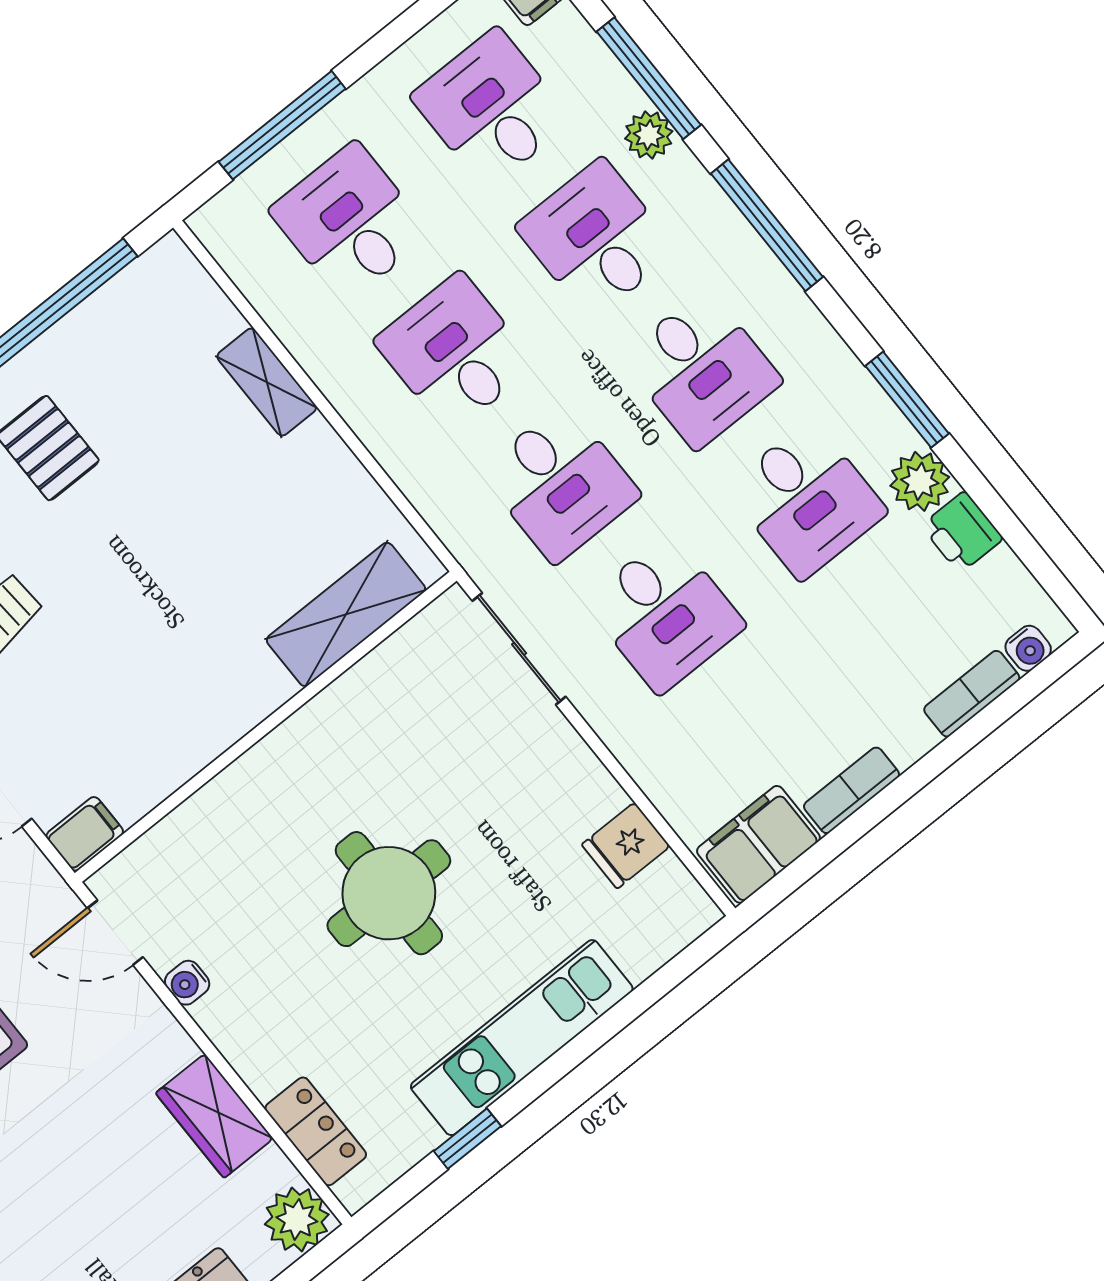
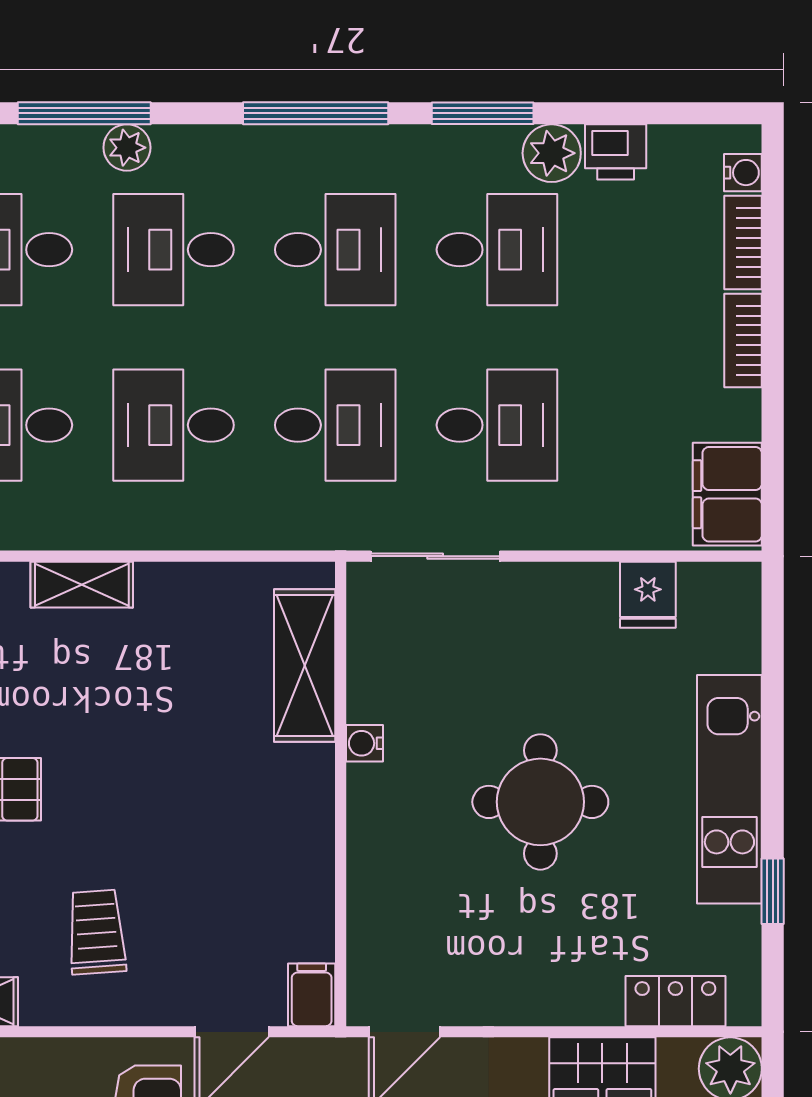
window: (767, 225) -> (316, 113), moved
bookcase: (851, 790) -> (743, 340), moved
water cooler: (187, 983) -> (364, 743), moved, turned 90

